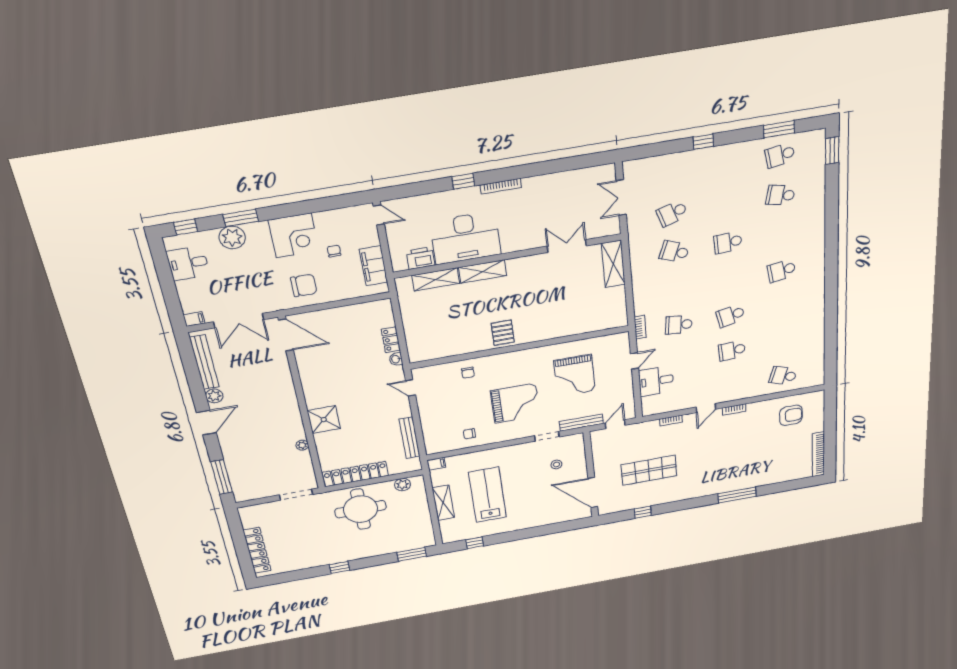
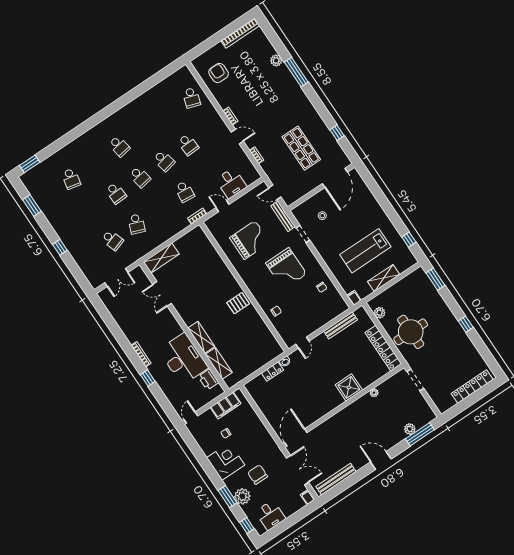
school desk: (780, 155) -> (140, 177), moved
chair: (304, 285) -> (258, 475), moved
plant: (214, 396) -> (410, 429), moved
grand piano: (515, 403) -> (286, 269), turned 180
plant: (764, 480) -> (276, 60), added

